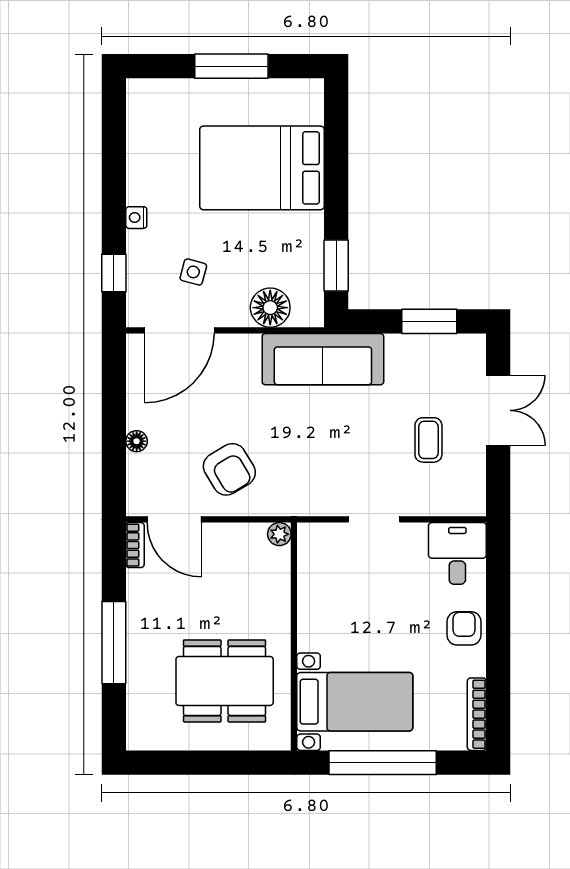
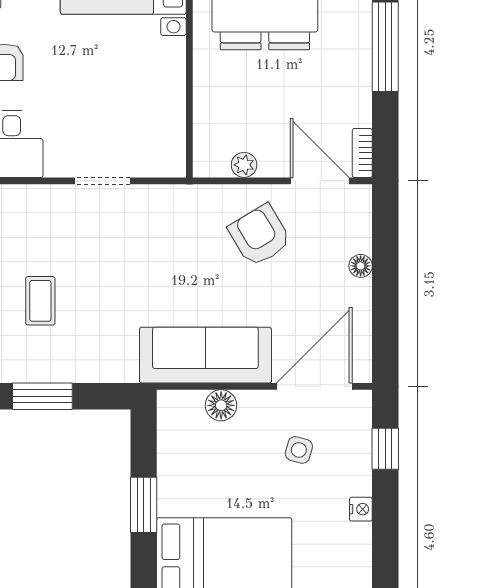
window: (336, 266) -> (144, 505), moved
floor lamp: (270, 308) -> (221, 405), width x0.73, depth x0.73
sofa: (323, 359) -> (205, 355), moved
coffee table: (428, 440) -> (40, 301), moved
plant: (279, 534) -> (244, 165), moved

